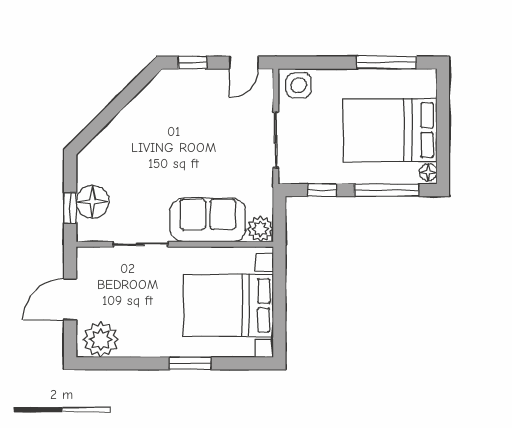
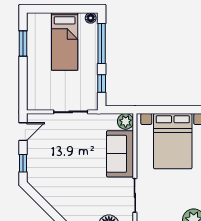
door: (244, 63) -> (23, 132), hinge flipped
window: (387, 63) -> (23, 43), width x0.69
side table: (299, 85) -> (37, 98), removed
bed: (390, 130) -> (65, 41), width x0.67

